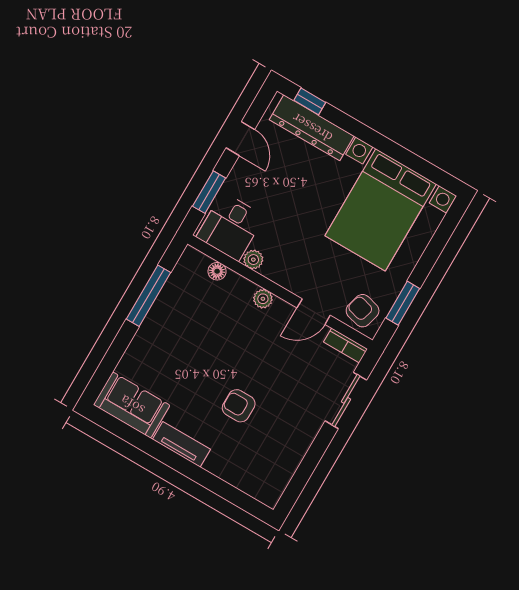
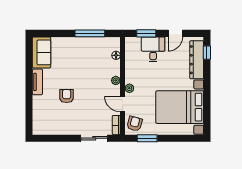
desk: (230, 227) -> (153, 49), moved, turned 90
plant: (253, 260) -> (129, 88), moved

